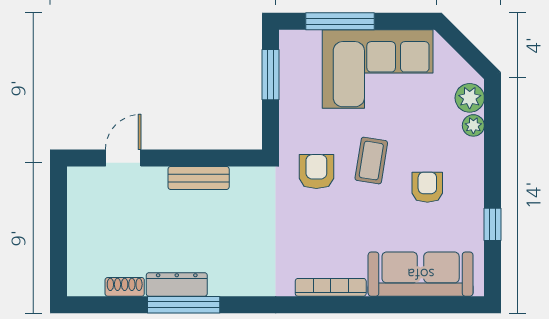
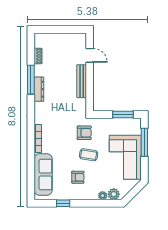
bench: (199, 178) -> (82, 81), width x1.36
dresser: (177, 284) -> (39, 89), moved

